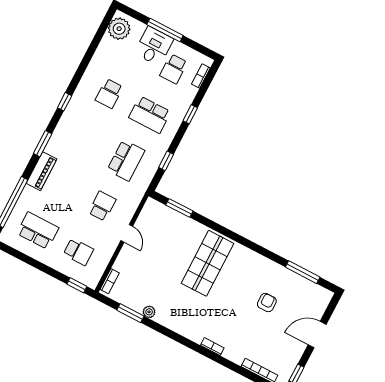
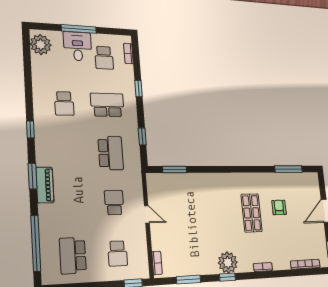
school desk: (150, 115) -> (107, 105), turned 180
piano: (42, 171) -> (45, 185), moved
school desk: (38, 231) -> (73, 256), turned -90
school desk: (78, 252) -> (118, 253), turned 90
shop shelf: (207, 263) -> (252, 213), moved, width x0.70, depth x0.74
plant: (149, 312) -> (228, 263), moved, width x1.87, depth x1.87
window: (170, 334) -> (228, 277), added

